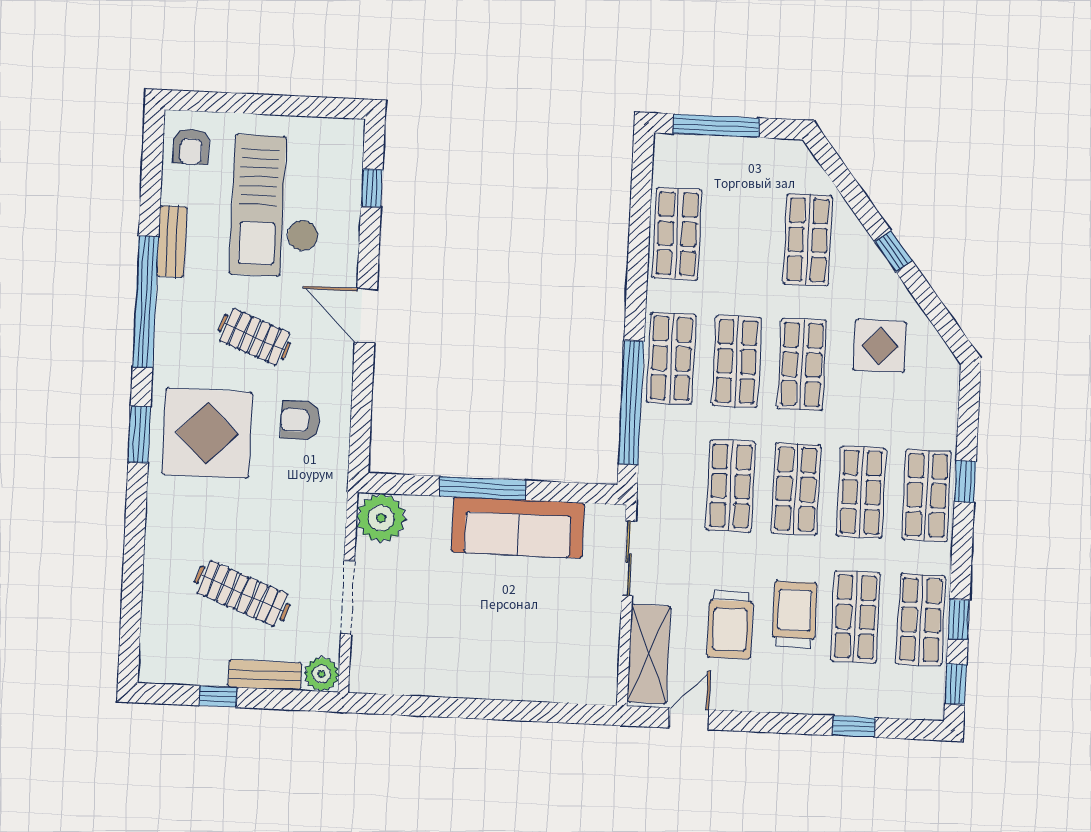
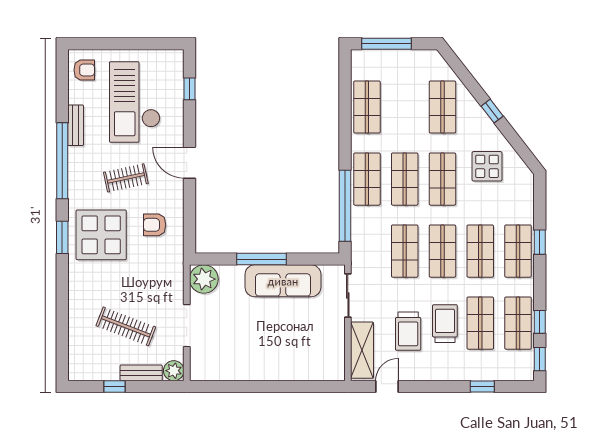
armchair: (191, 147) -> (84, 70), turned -90
clothes rail: (254, 337) -> (126, 178), turned -33

